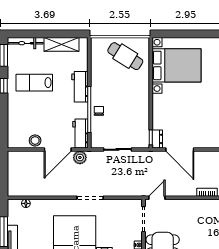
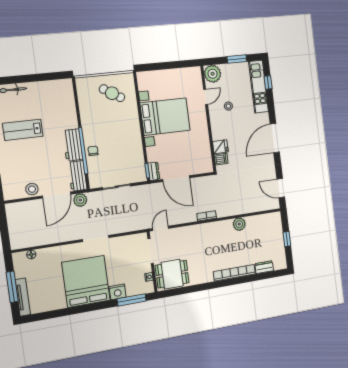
shelving: (61, 44) -> (46, 88), removed
cafe table: (125, 56) -> (112, 93), width x0.73, depth x0.74
bed with nightstands: (176, 65) -> (165, 117), moved
workbench: (80, 87) -> (73, 145), moved

